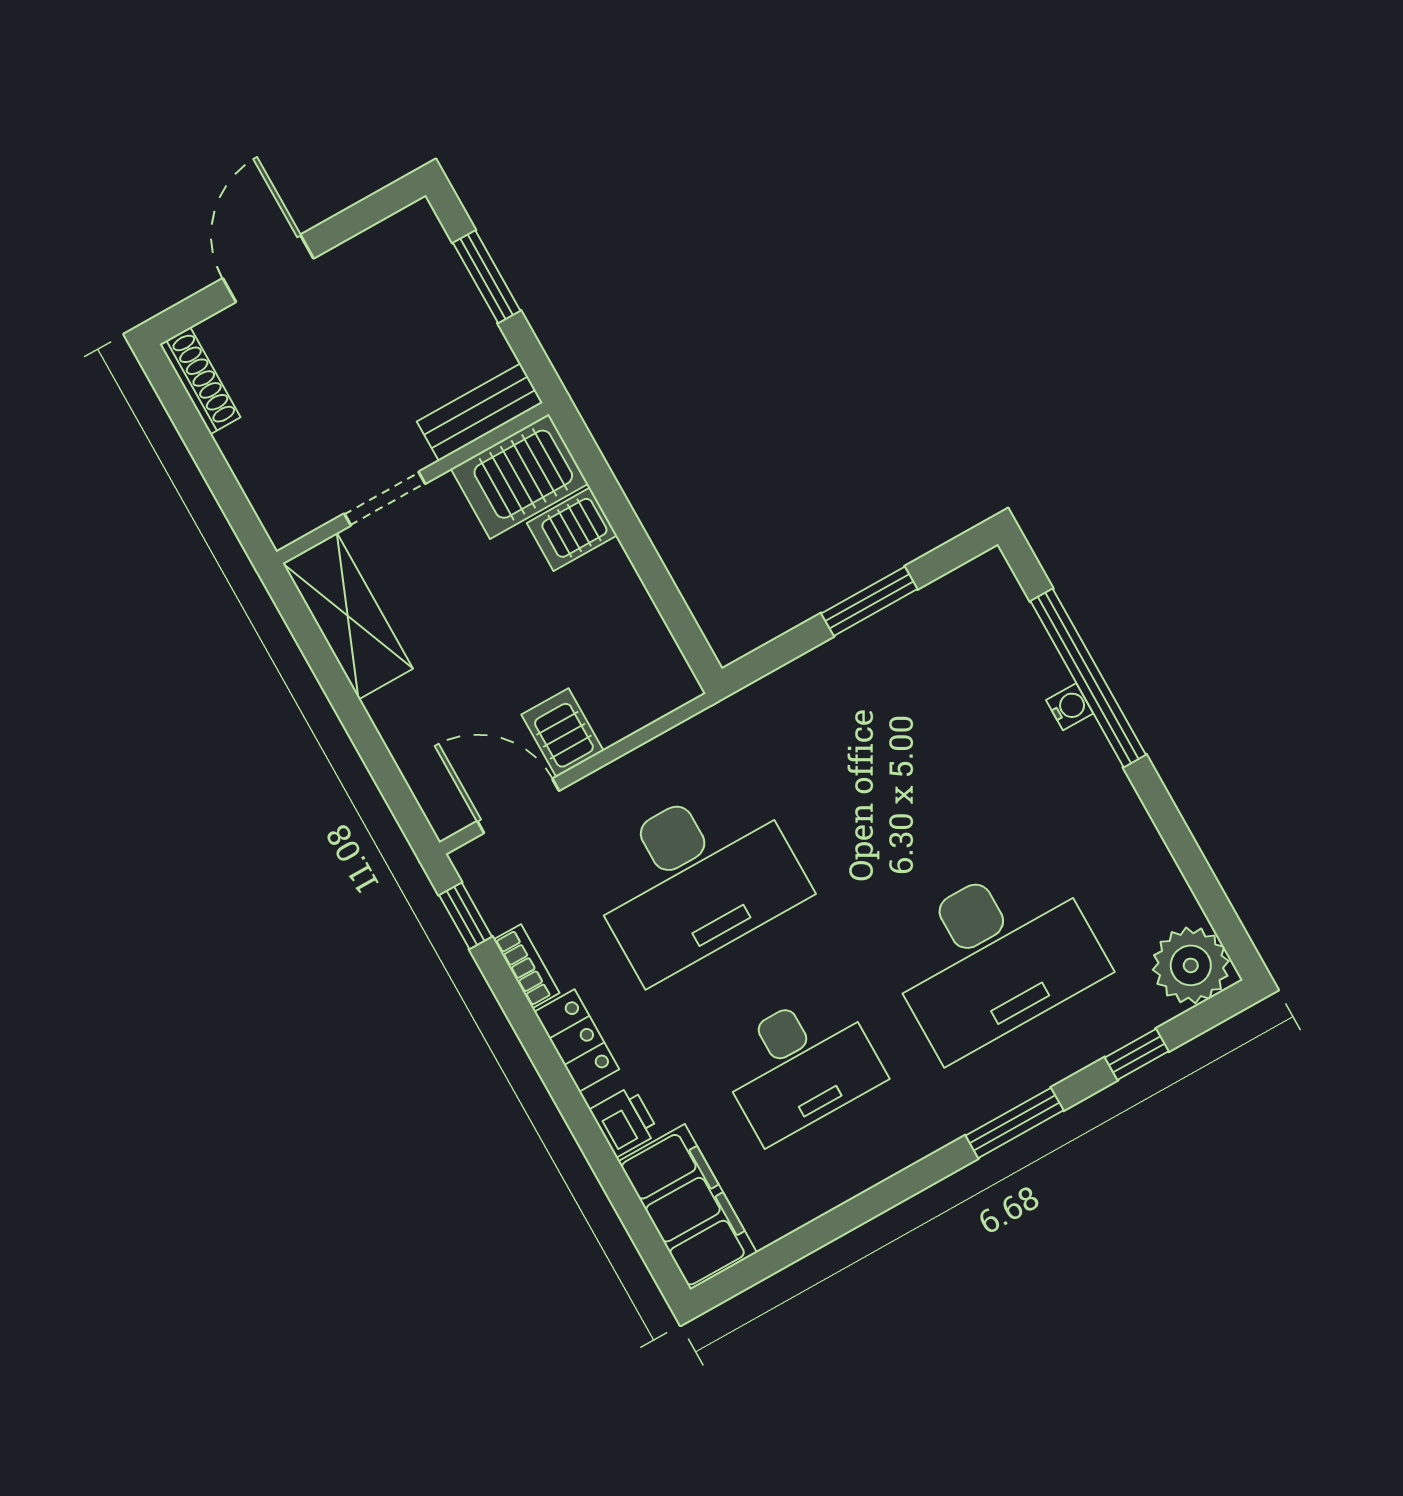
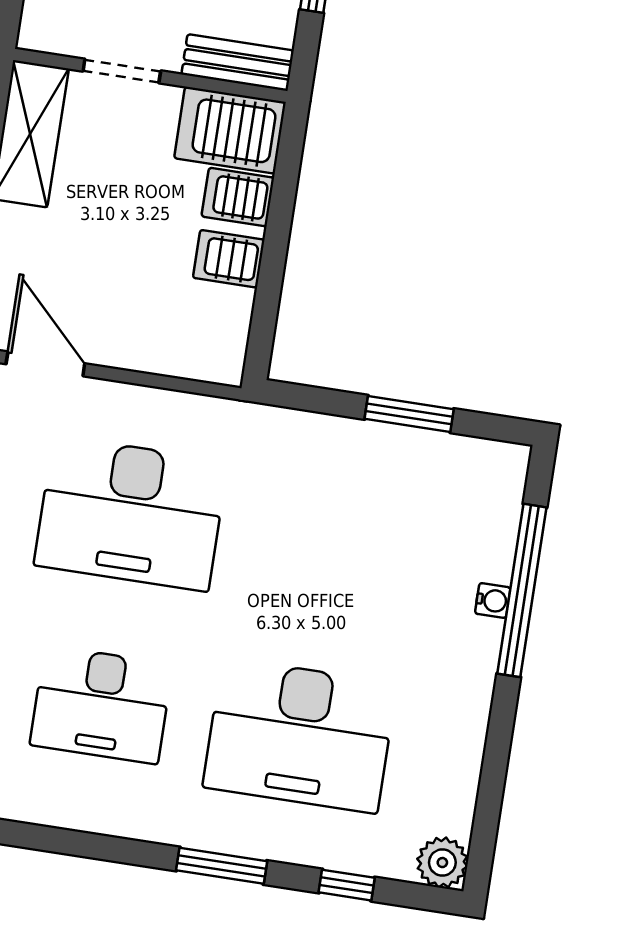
server rack: (563, 733) -> (229, 259), moved, turned -90
plant: (1191, 965) -> (442, 863), width x0.73, depth x0.73

